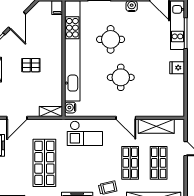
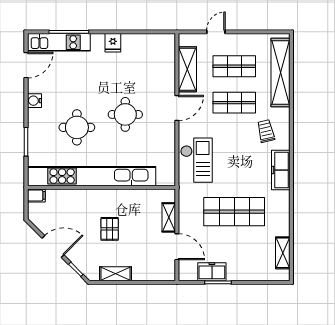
water cooler: (70, 108) -> (164, 179), removed
shelving: (51, 111) -> (169, 217), moved

